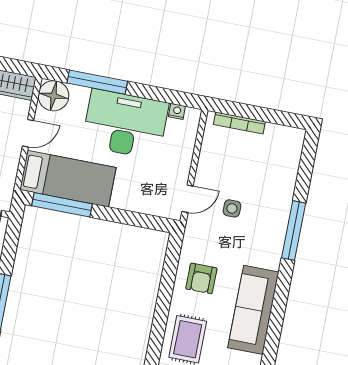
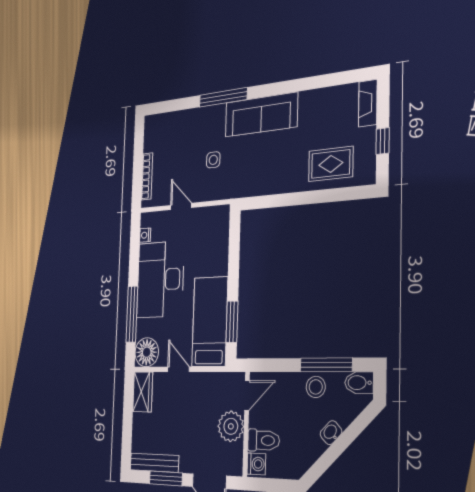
door: (188, 199) -> (181, 206), moved
window: (62, 205) -> (232, 322), width x0.69
armchair: (201, 278) -> (275, 168), removed
sofa: (253, 310) -> (261, 115), moved

